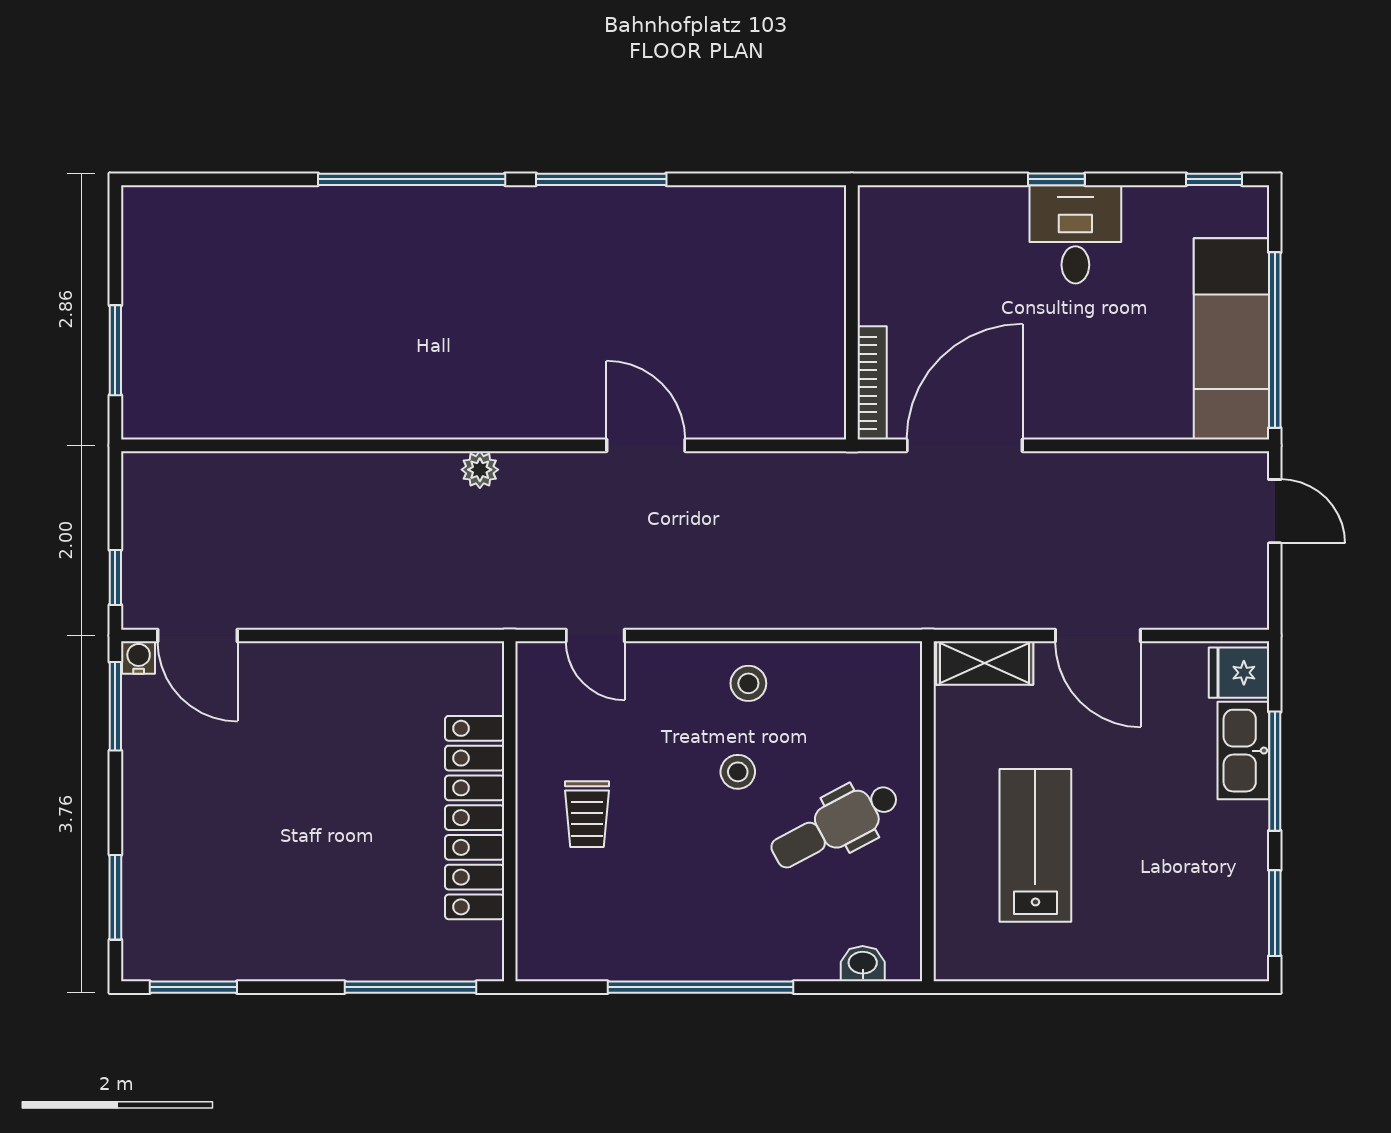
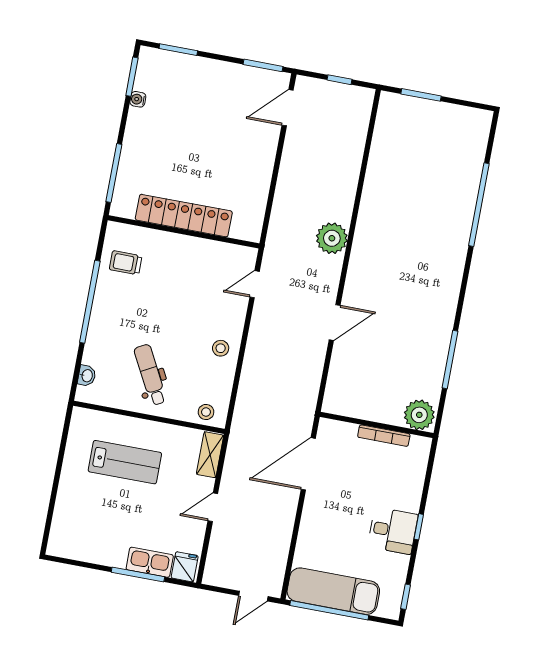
window: (412, 179) -> (479, 205), moved
window: (601, 179) -> (450, 360), moved
plant: (813, 224) -> (419, 415), added
bookcase: (872, 383) -> (384, 436), moved
door: (965, 445) -> (308, 464), swing flipped
plant: (480, 470) -> (332, 238), width x1.88, depth x1.88
window: (115, 577) -> (339, 80), moved
door: (1098, 635) -> (213, 507), width x0.73
water cooler: (139, 658) -> (138, 99), moved, turned 180
stool: (738, 772) -> (206, 412), moved
trolley: (587, 814) -> (126, 263), moved
window: (1275, 913) -> (75, 563), removed

